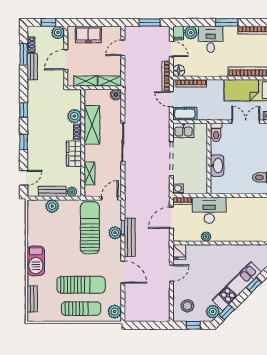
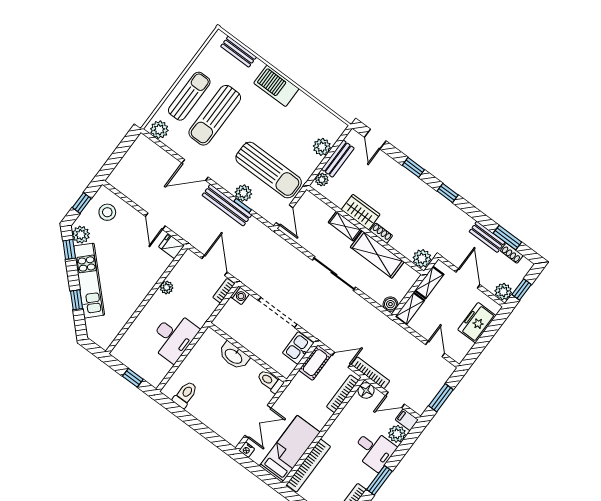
plant: (74, 116) -> (422, 259), moved
shelving: (89, 173) -> (345, 226), moved
desk: (209, 210) -> (174, 337), moved
sun lounger: (81, 309) -> (189, 96), turned 180

